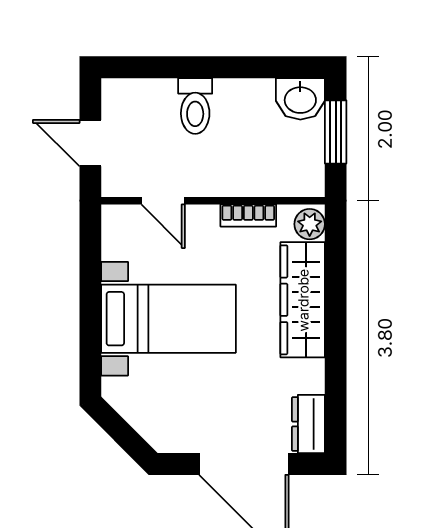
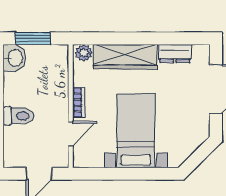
bookcase: (248, 215) -> (79, 103), moved
dresser: (308, 424) -> (175, 53), moved

